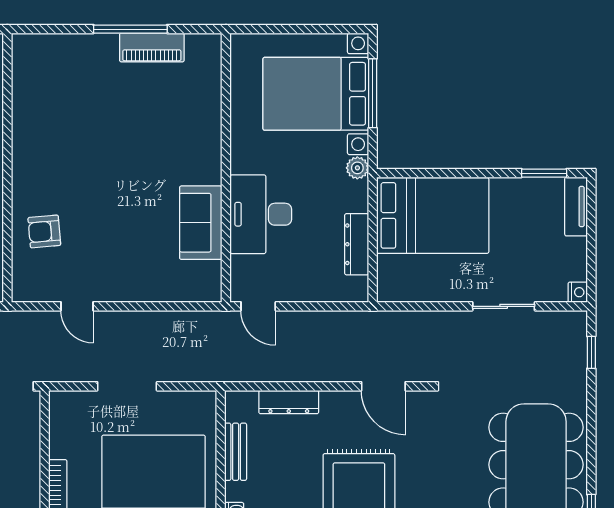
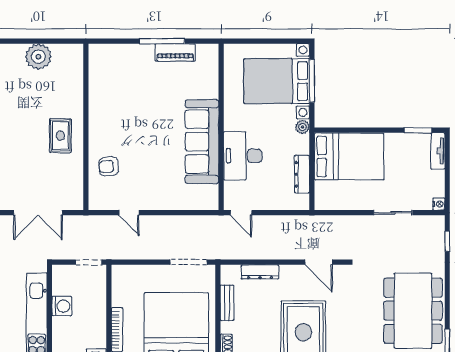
sofa: (201, 223) -> (202, 142), width x1.85, depth x1.27
doorway: (127, 386) -> (189, 262), moved

